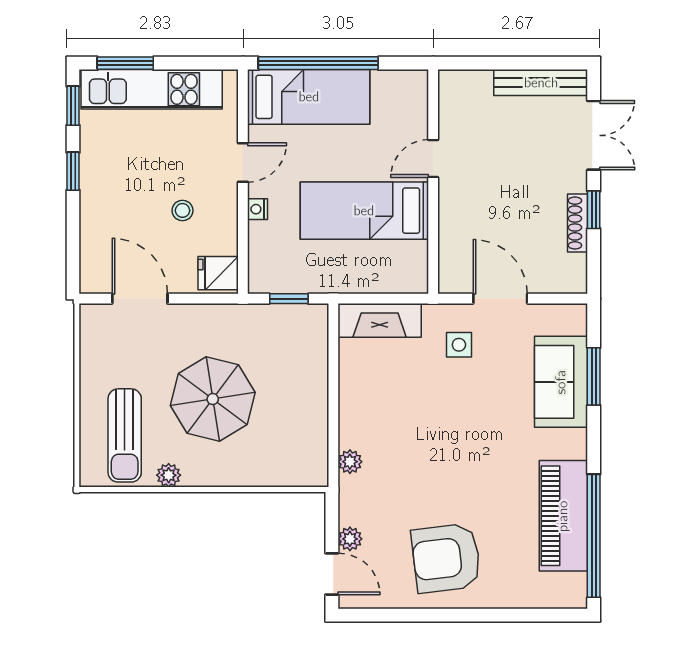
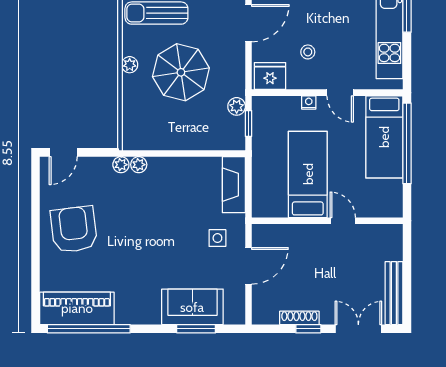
double door: (594, 135) -> (358, 329), swing flipped
fridge: (218, 273) -> (270, 76), width x1.38
plant: (263, 316) -> (237, 106), added
plant: (169, 475) -> (130, 65), moved
piano: (563, 516) -> (77, 308), moved
plant: (350, 539) -> (121, 165), moved

